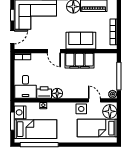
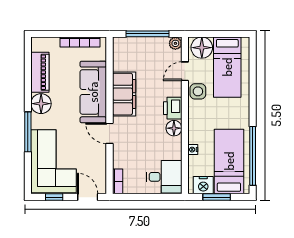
sofa: (81, 41) -> (93, 92), width x1.36
door: (54, 51) -> (109, 133), swing flipped
printer: (44, 92) -> (173, 108), moved

